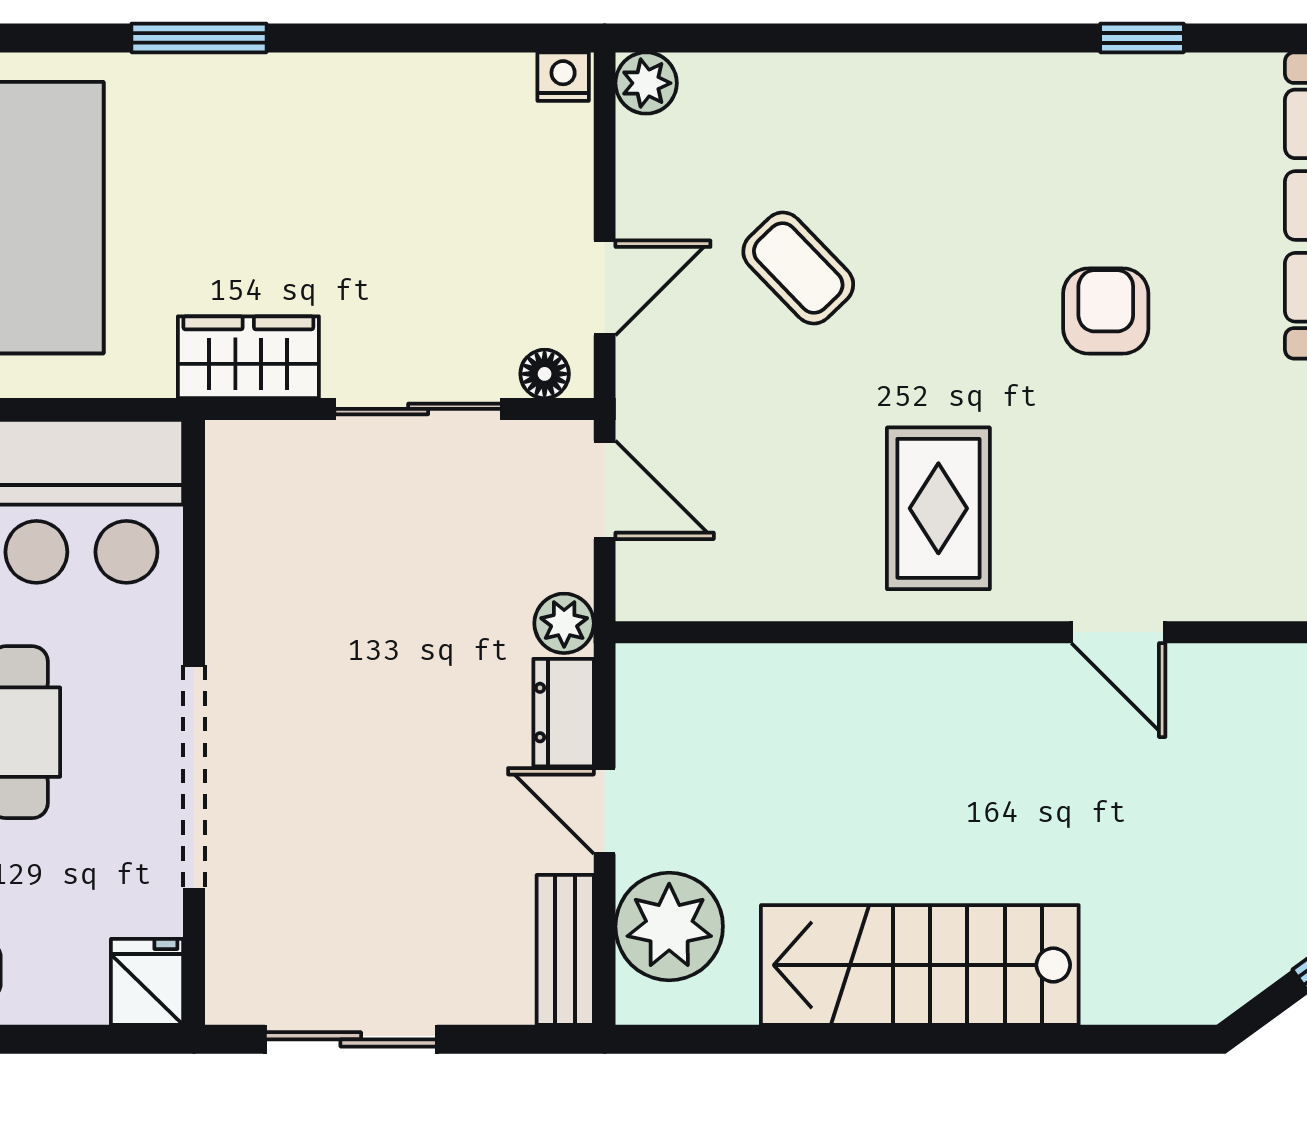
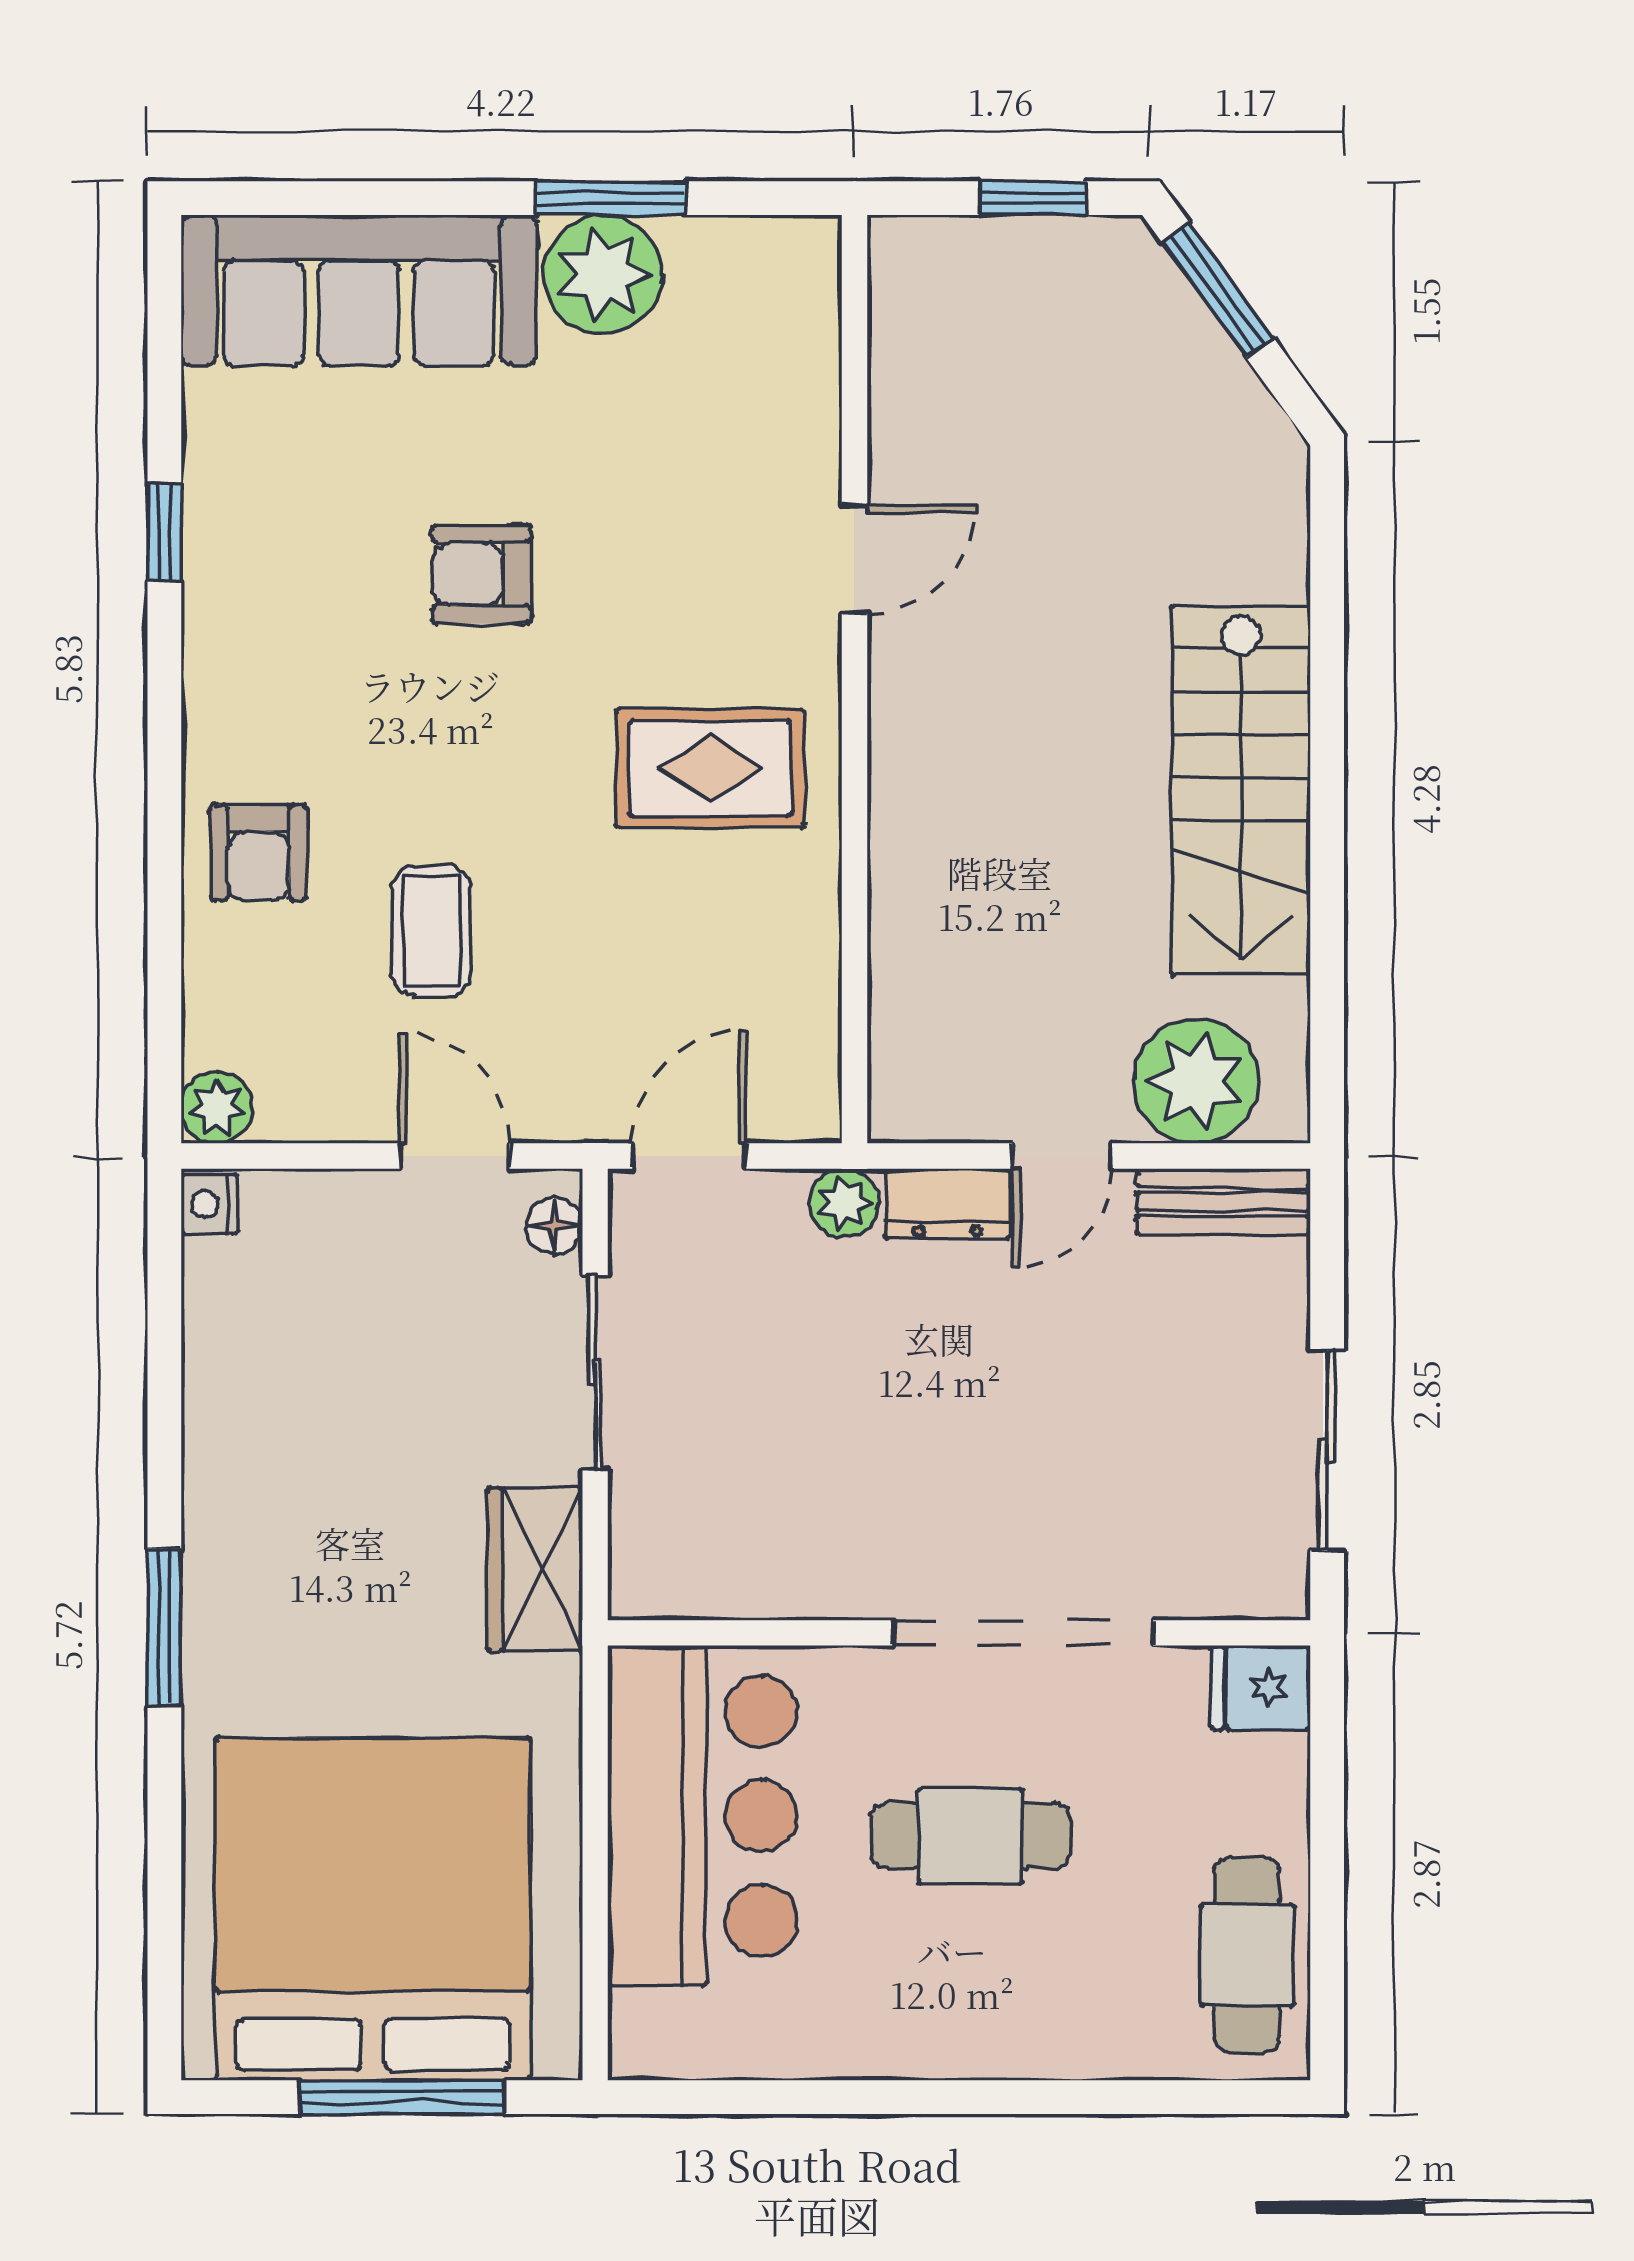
armchair: (866, 119) -> (258, 853), added
coffee table: (798, 268) -> (431, 931), turned -46

